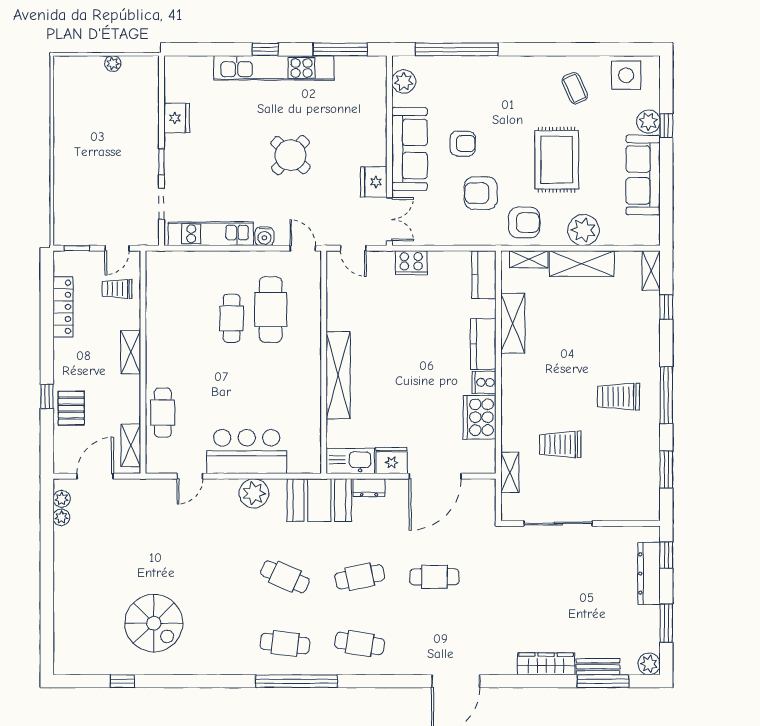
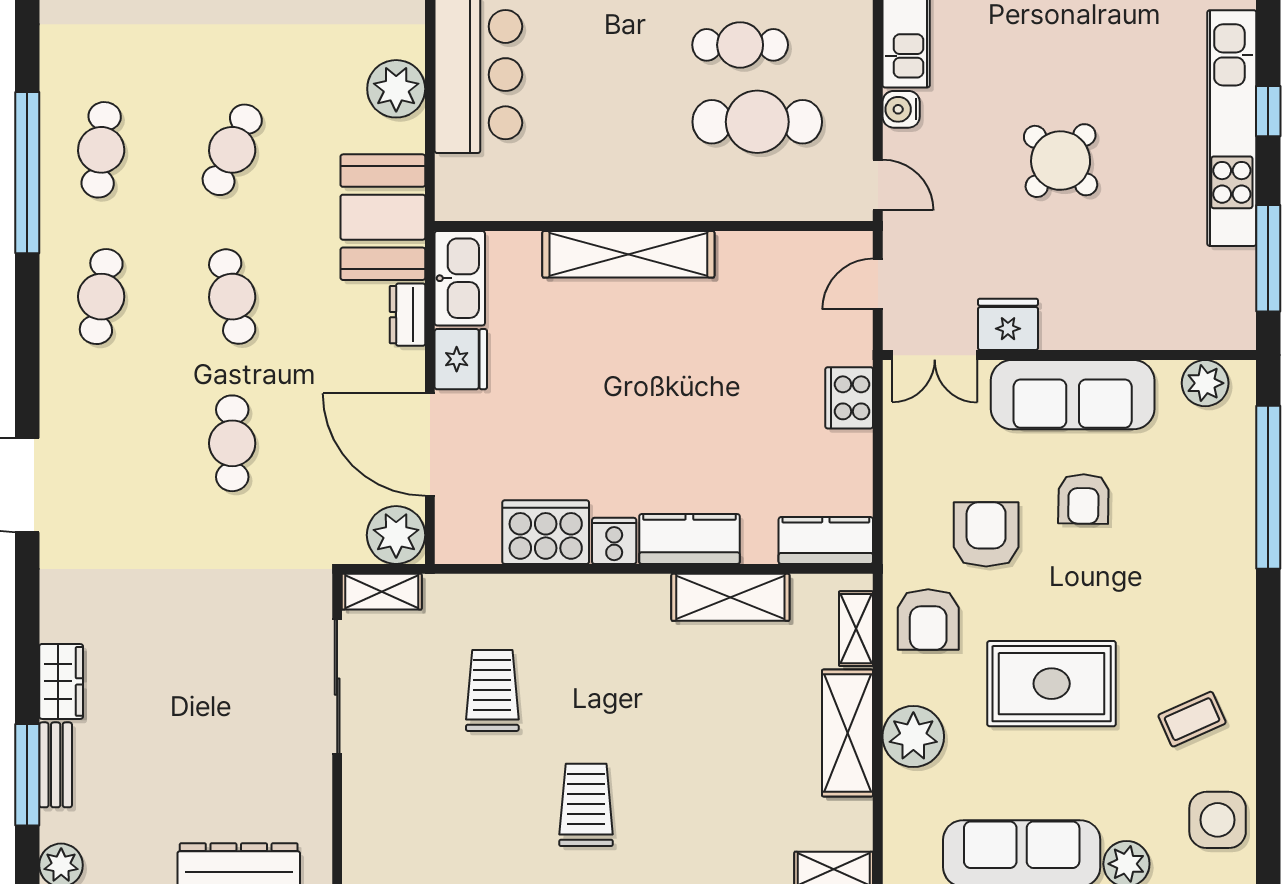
door: (303, 248) -> (878, 185), hinge flipped
shelving: (510, 472) -> (382, 592), moved
plant: (481, 493) -> (396, 535), added
wardrobe: (546, 664) -> (61, 681), width x0.67

